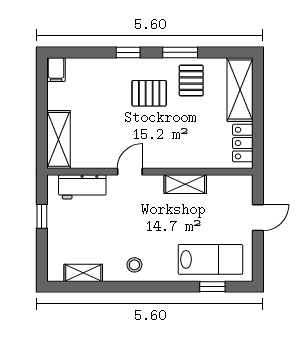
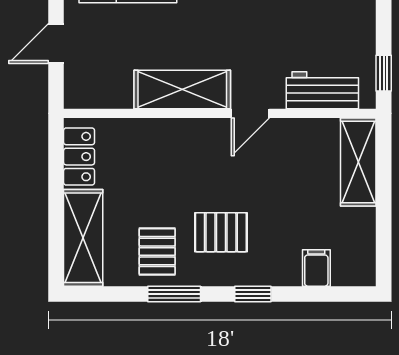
filing cabinet: (56, 70) -> (316, 268), moved
shelving: (185, 184) -> (182, 90), width x1.50, depth x1.33
window: (42, 216) -> (384, 73), moved

